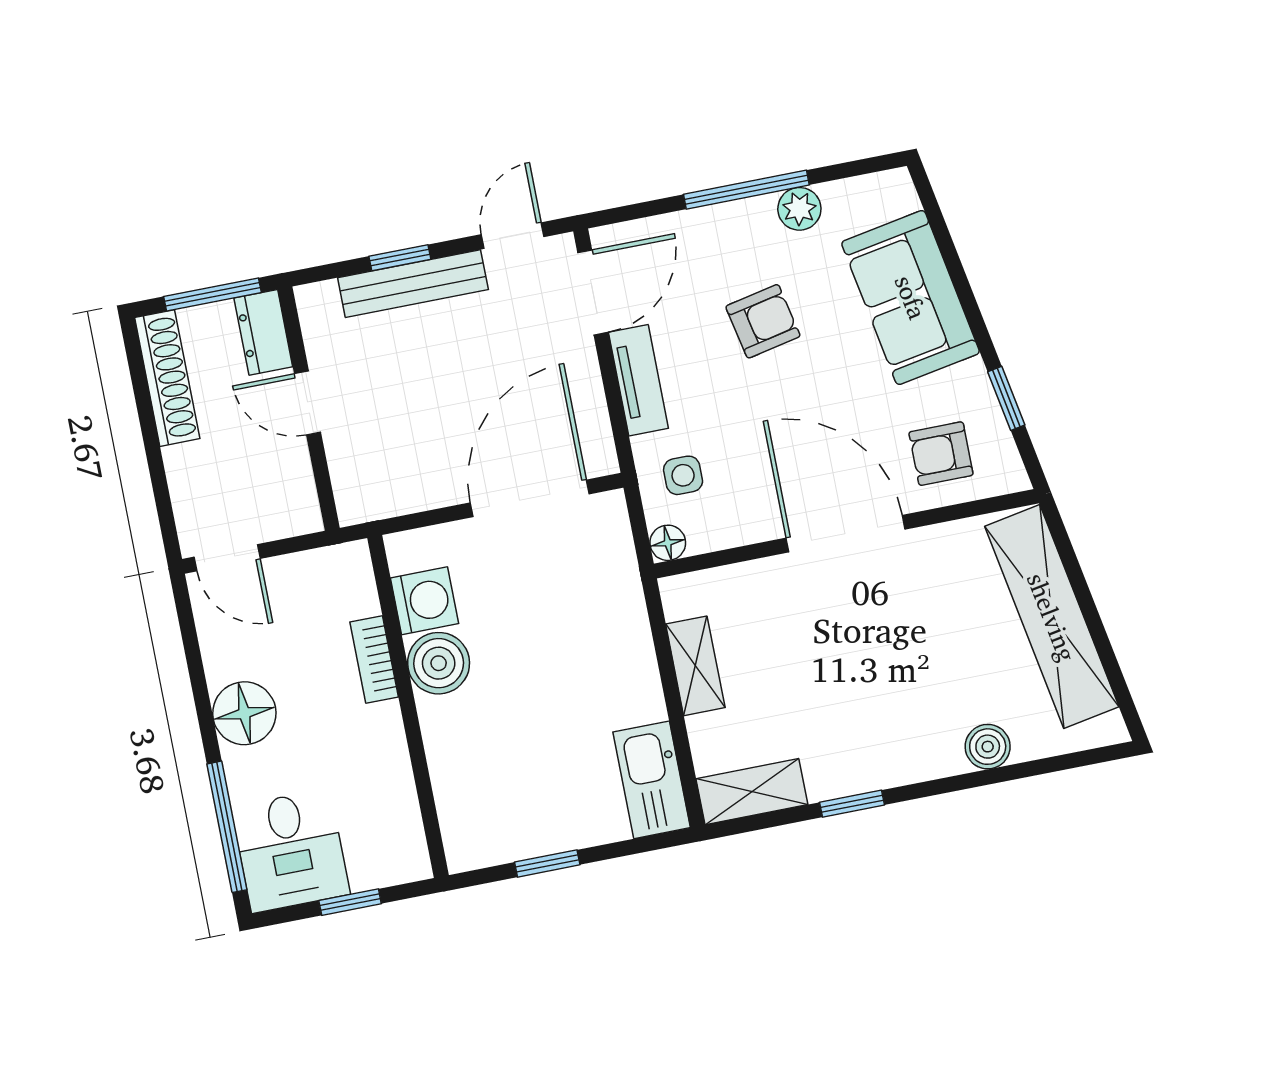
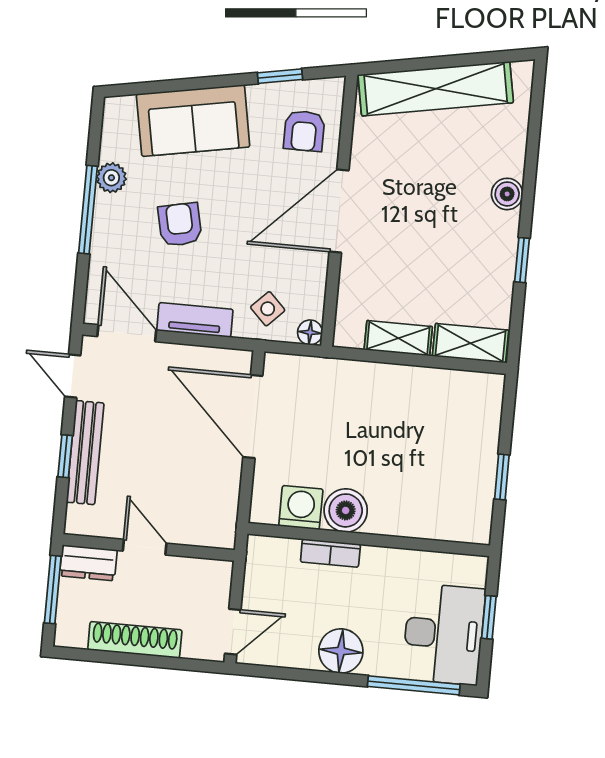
shoe rack: (167, 378) -> (135, 640), moved
door: (307, 403) -> (145, 547), swing flipped
side table: (683, 475) -> (268, 309), turned 45
boiler: (988, 747) -> (507, 194), moved
kitchen sink: (652, 780) -> (466, 390), removed
shelving: (752, 792) -> (471, 343), moved, turned 90
desk: (291, 851) -> (444, 634), width x1.37

